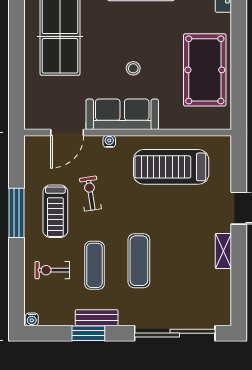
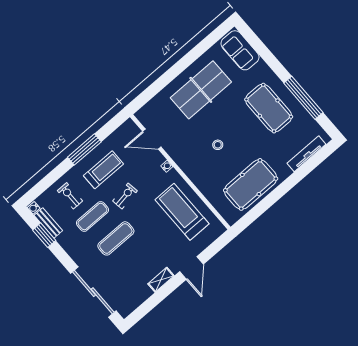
sofa: (122, 114) -> (188, 160), removed
exercise bike: (90, 194) -> (125, 196), moved
treadmill: (55, 211) -> (103, 170), turned 180
bench: (97, 318) -> (48, 223), moved
window: (88, 333) -> (44, 235), moved

